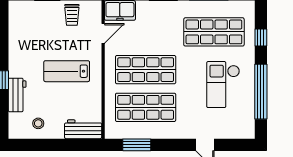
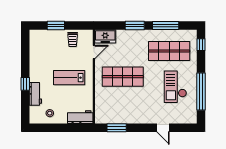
window: (261, 38) -> (201, 45), moved
shop shelf: (146, 107) -> (123, 102), removed

